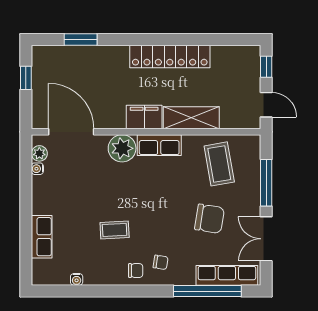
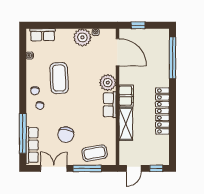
window: (81, 40) -> (172, 58), width x2.11
window: (26, 78) -> (138, 25), moved
door: (71, 132) -> (118, 52), hinge flipped
plant: (39, 153) -> (82, 37), moved, width x1.88, depth x1.88
coffee table: (219, 164) -> (95, 153), moved
coffee table: (115, 230) -> (59, 78), width x1.86, depth x1.72
row of seats: (42, 237) -> (43, 35), moved

